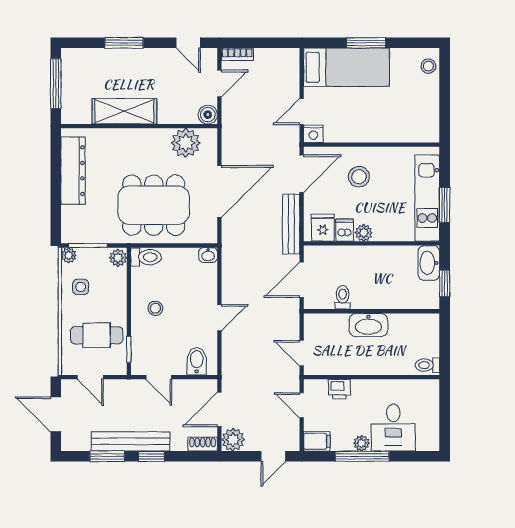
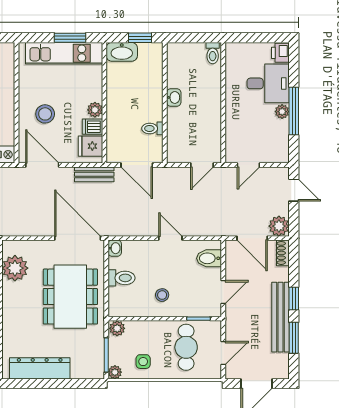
door: (219, 191) -> (78, 238), moved
bench: (291, 224) -> (94, 174), width x0.73
toilet: (146, 257) -> (121, 278), moved, turned 90
washbasin: (368, 325) -> (174, 97), width x0.52, depth x0.69
printer: (339, 389) -> (280, 53), moved, turned 180
filing cabinet: (317, 441) -> (280, 151), removed

